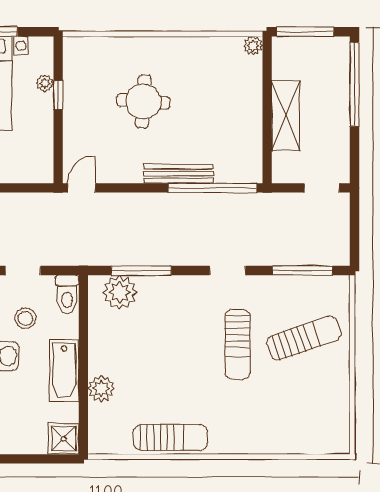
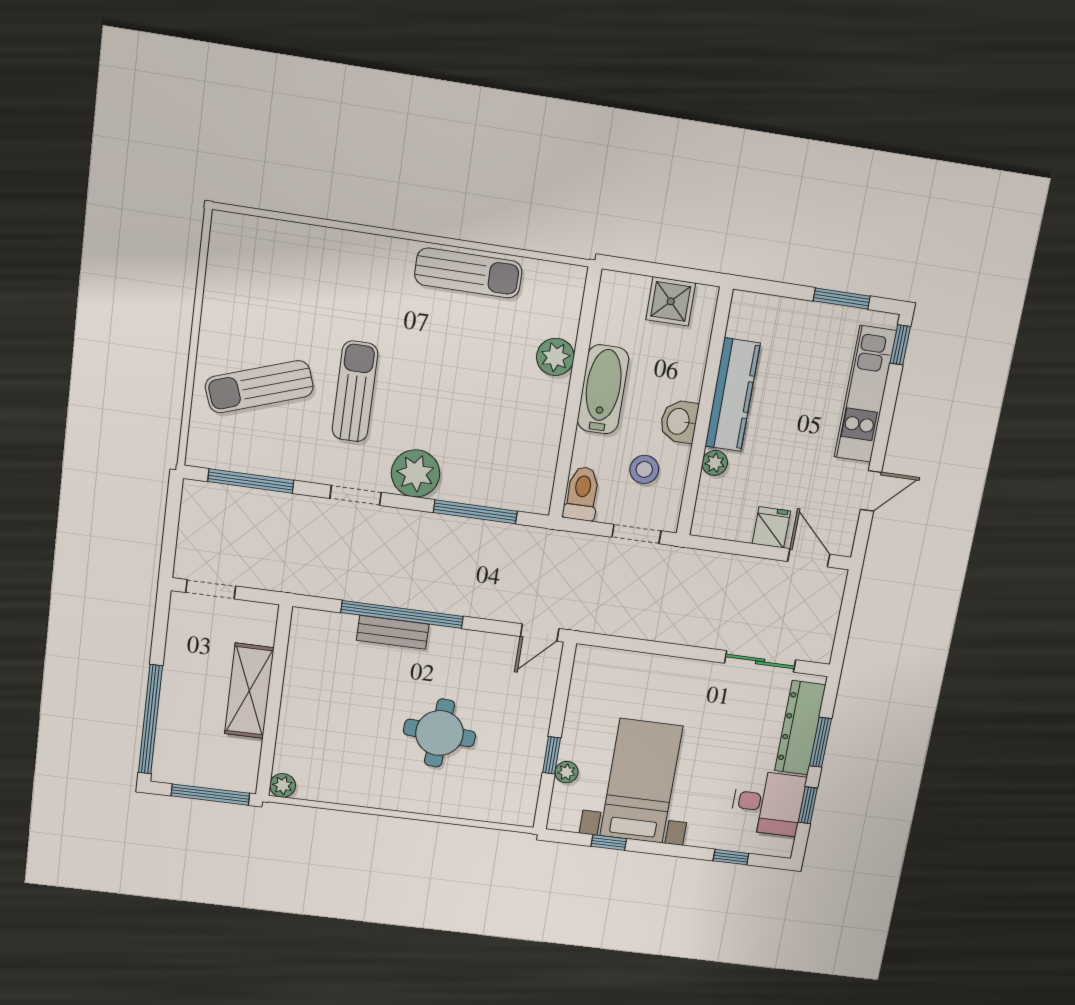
bench: (179, 174) -> (393, 632), width x0.73
window: (213, 188) -> (402, 614), moved
plant: (120, 292) -> (416, 473), moved
sun lounger: (170, 438) -> (468, 273), turned 180
shower: (64, 439) -> (671, 301), moved

